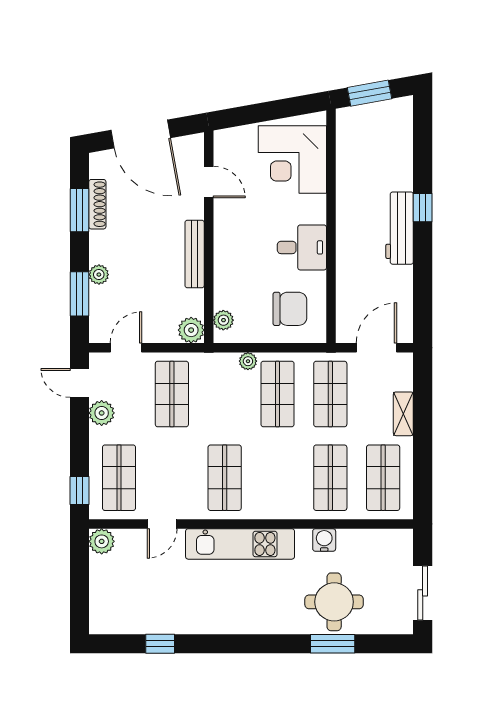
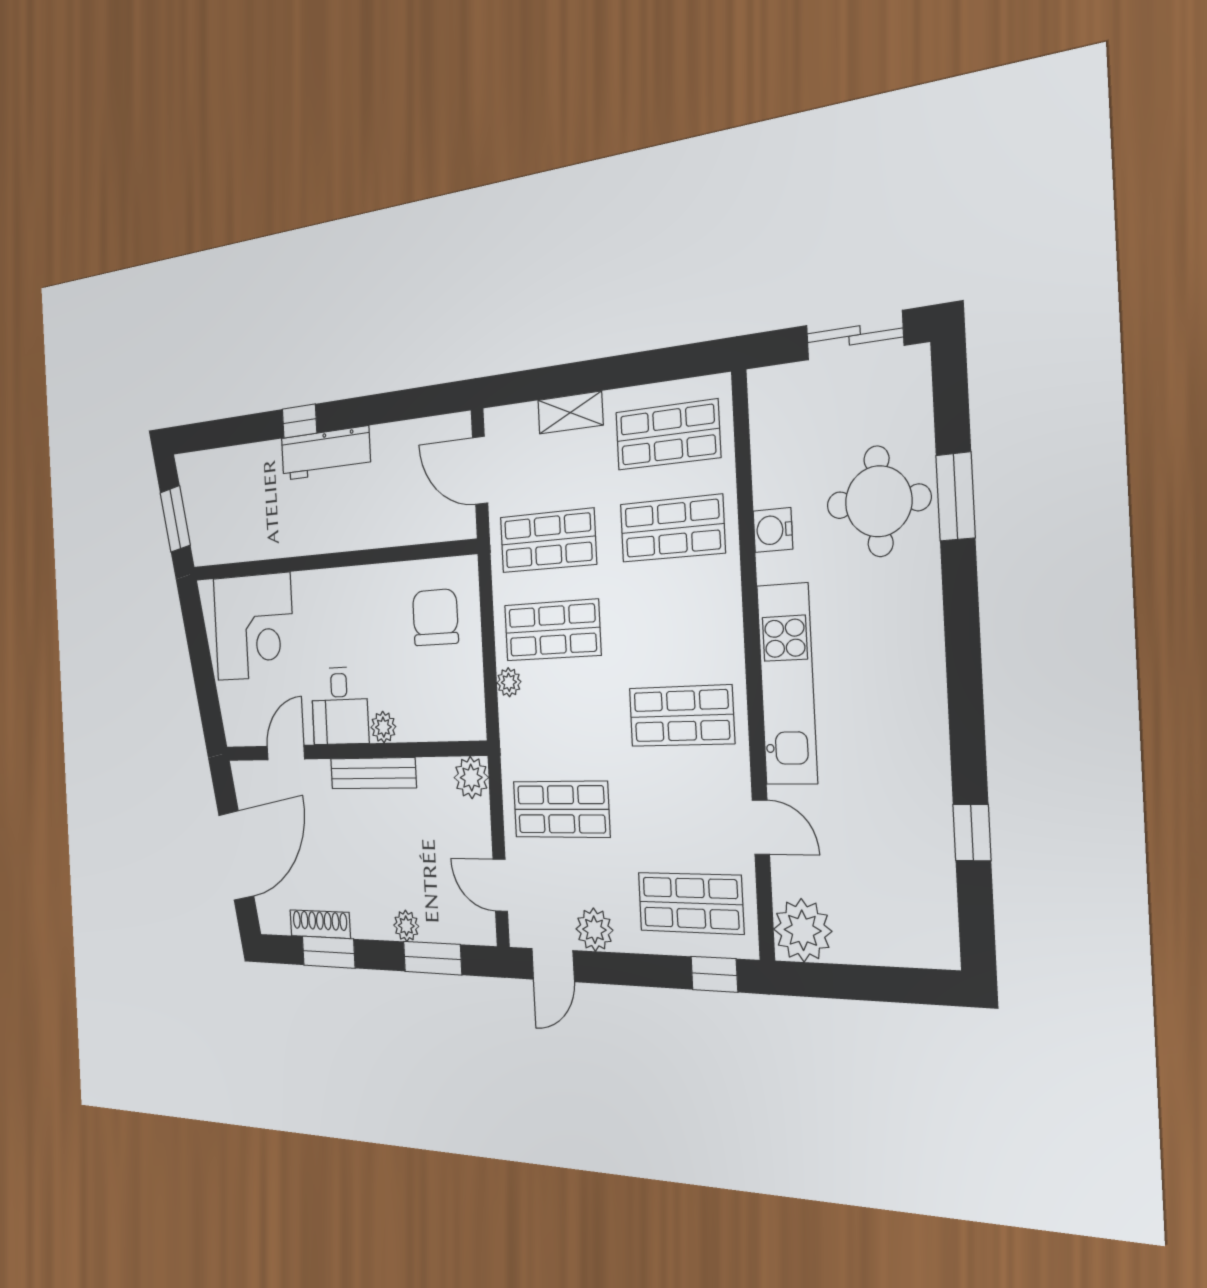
desk: (302, 247) -> (340, 706), moved, turned 180
plant: (223, 320) -> (383, 727), moved
plant: (102, 541) -> (803, 930), width x1.36, depth x1.36

